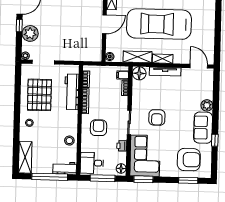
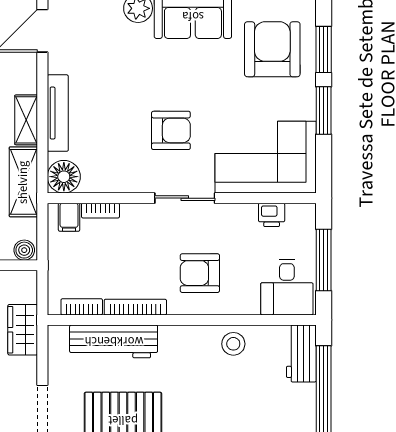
wardrobe: (77, 55) -> (23, 330), added
printer: (122, 146) -> (272, 215), moved
floor lamp: (121, 168) -> (298, 215), removed
window: (143, 179) -> (324, 111), moved

